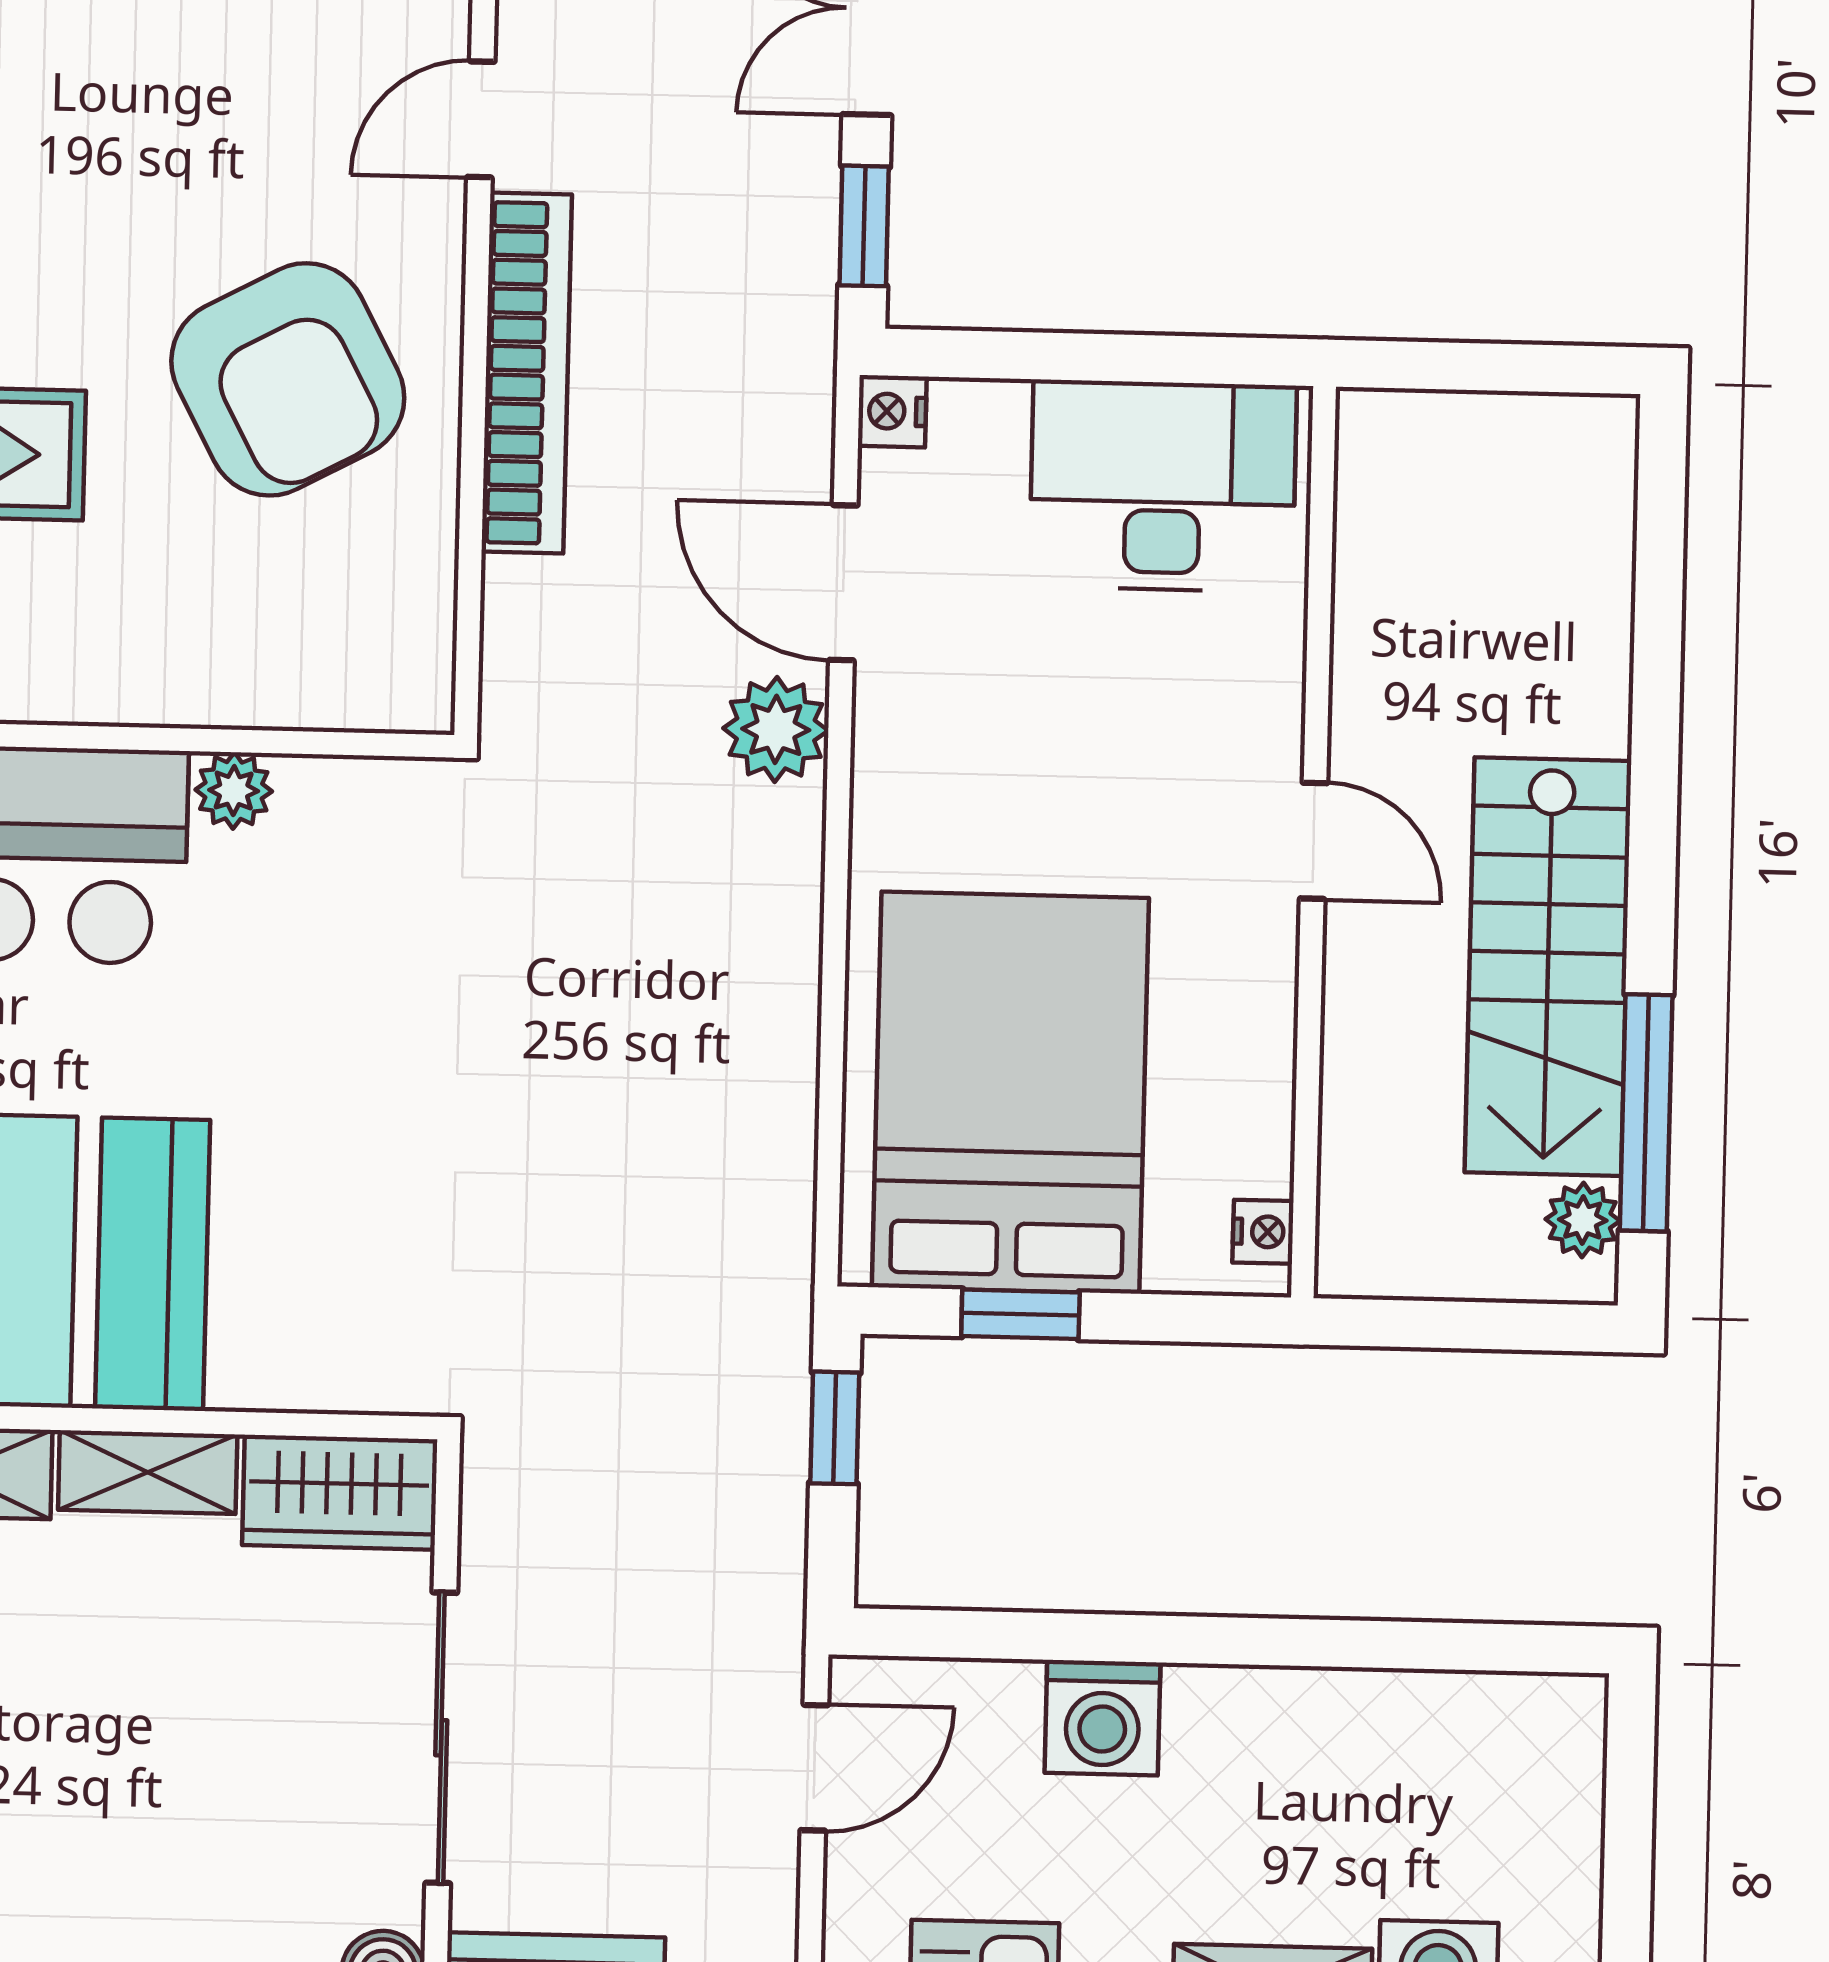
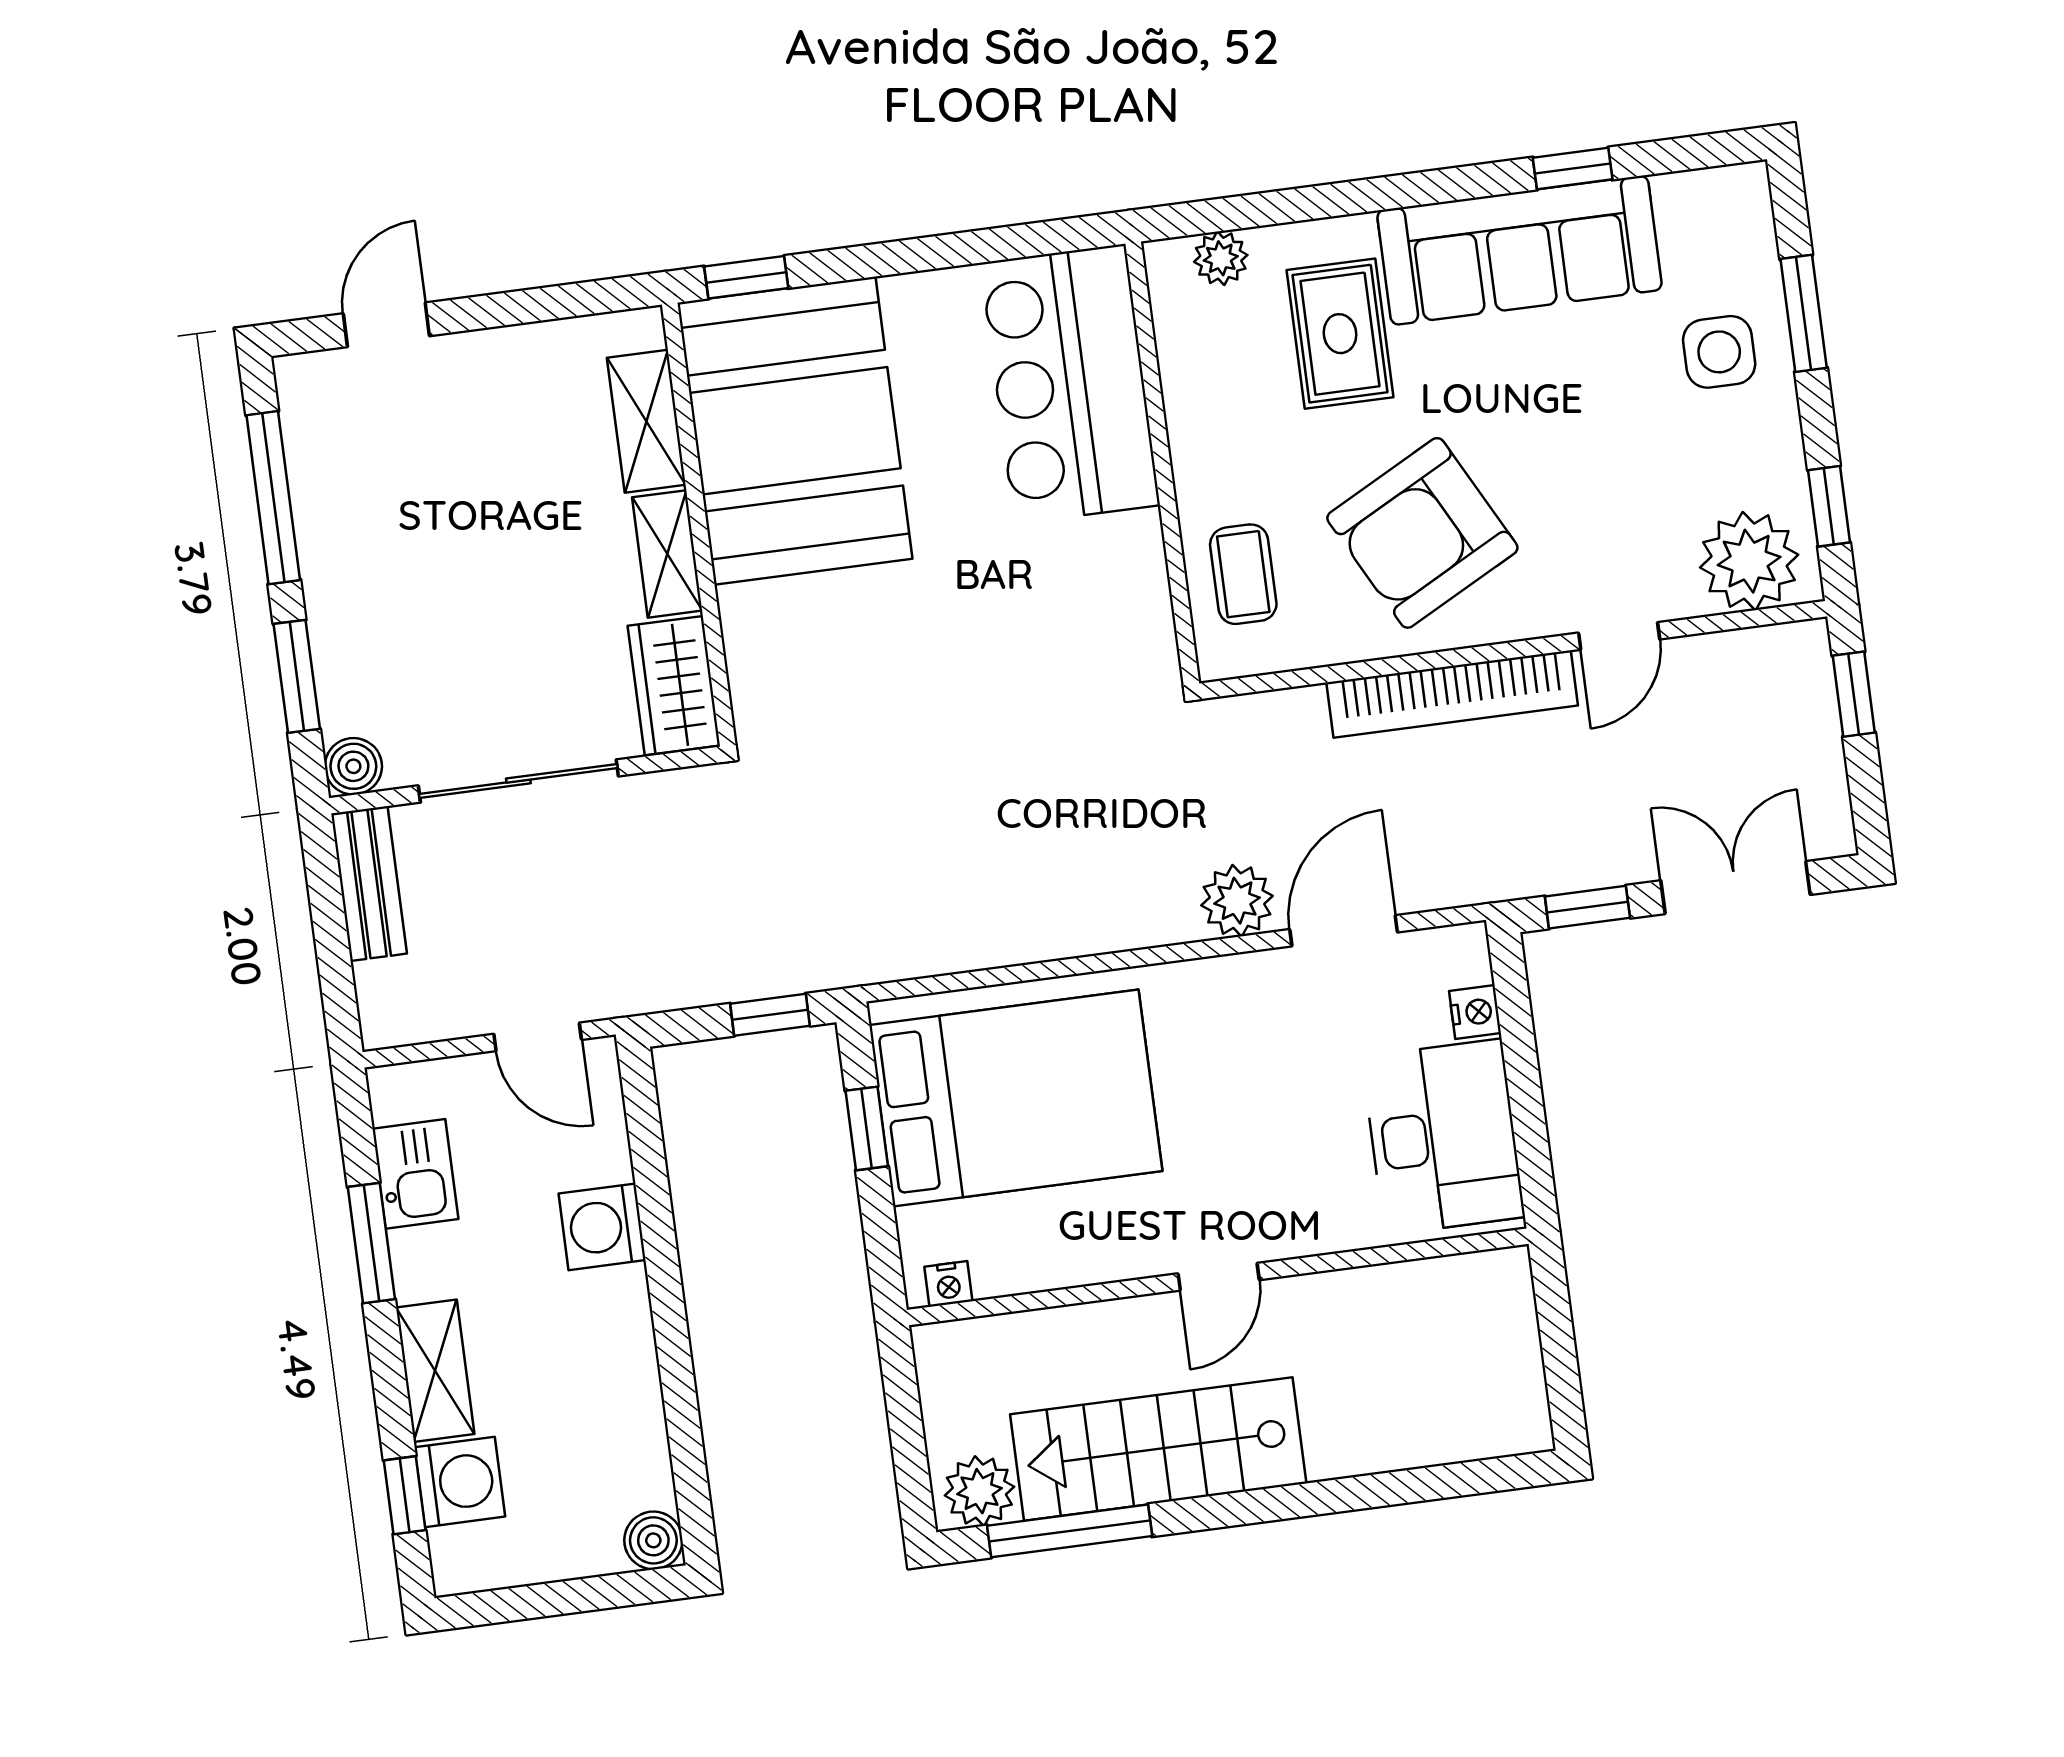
door: (481, 119) -> (1619, 636), swing flipped
nightstand: (892, 411) -> (1475, 1012), moved, turned 90
coffee table: (307, 647) -> (1243, 574), added
plant: (234, 790) -> (1138, 540), removed
plant: (1583, 1220) -> (979, 1491), width x1.38, depth x1.38
boiler: (1566, 1715) -> (653, 1540), added

